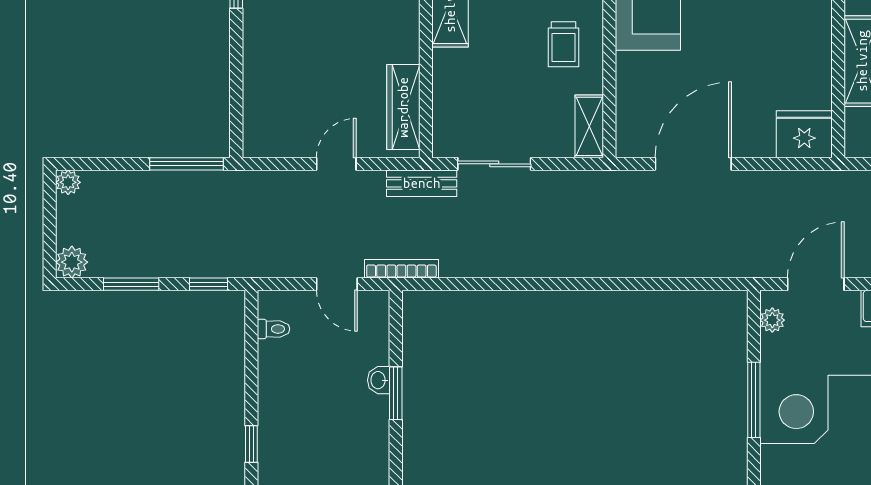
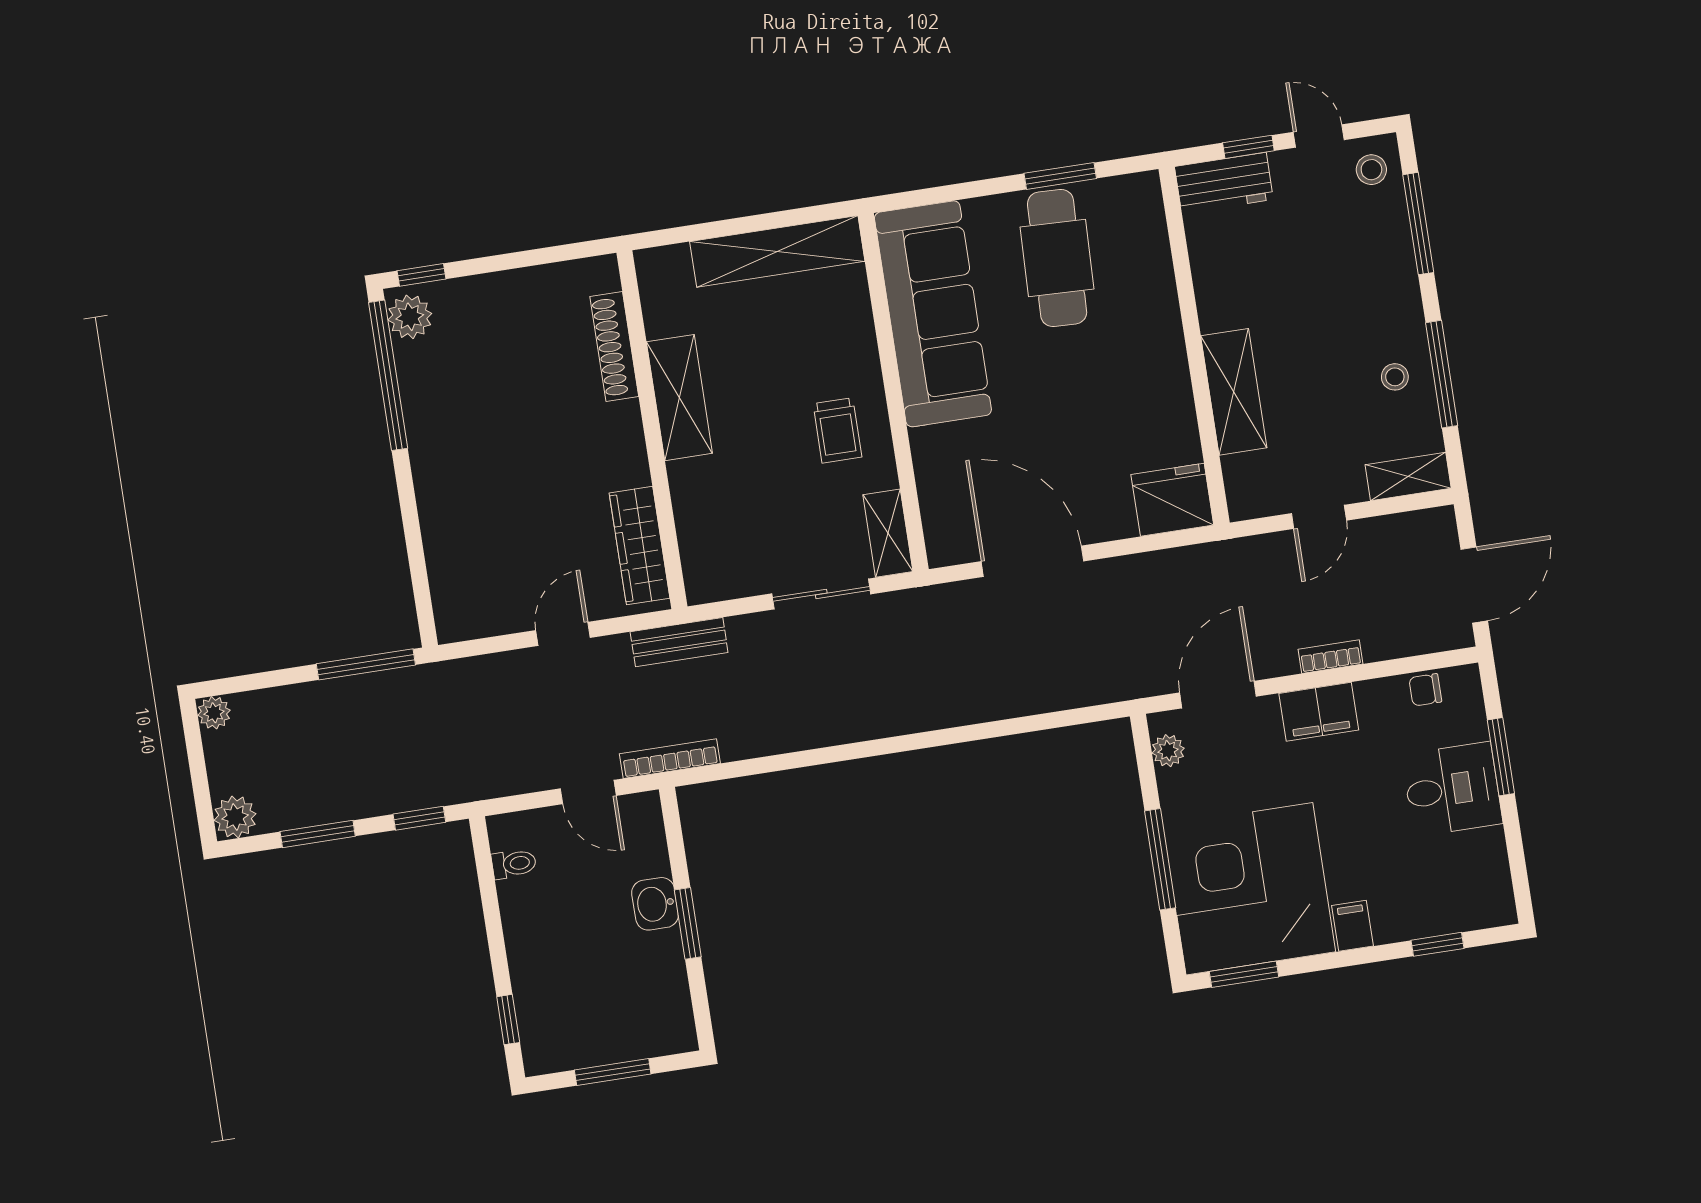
sliding door: (494, 164) -> (821, 594), moved
door: (693, 164) -> (1032, 561), hinge flipped
washbasin: (379, 380) -> (655, 904), width x1.38, depth x1.45

